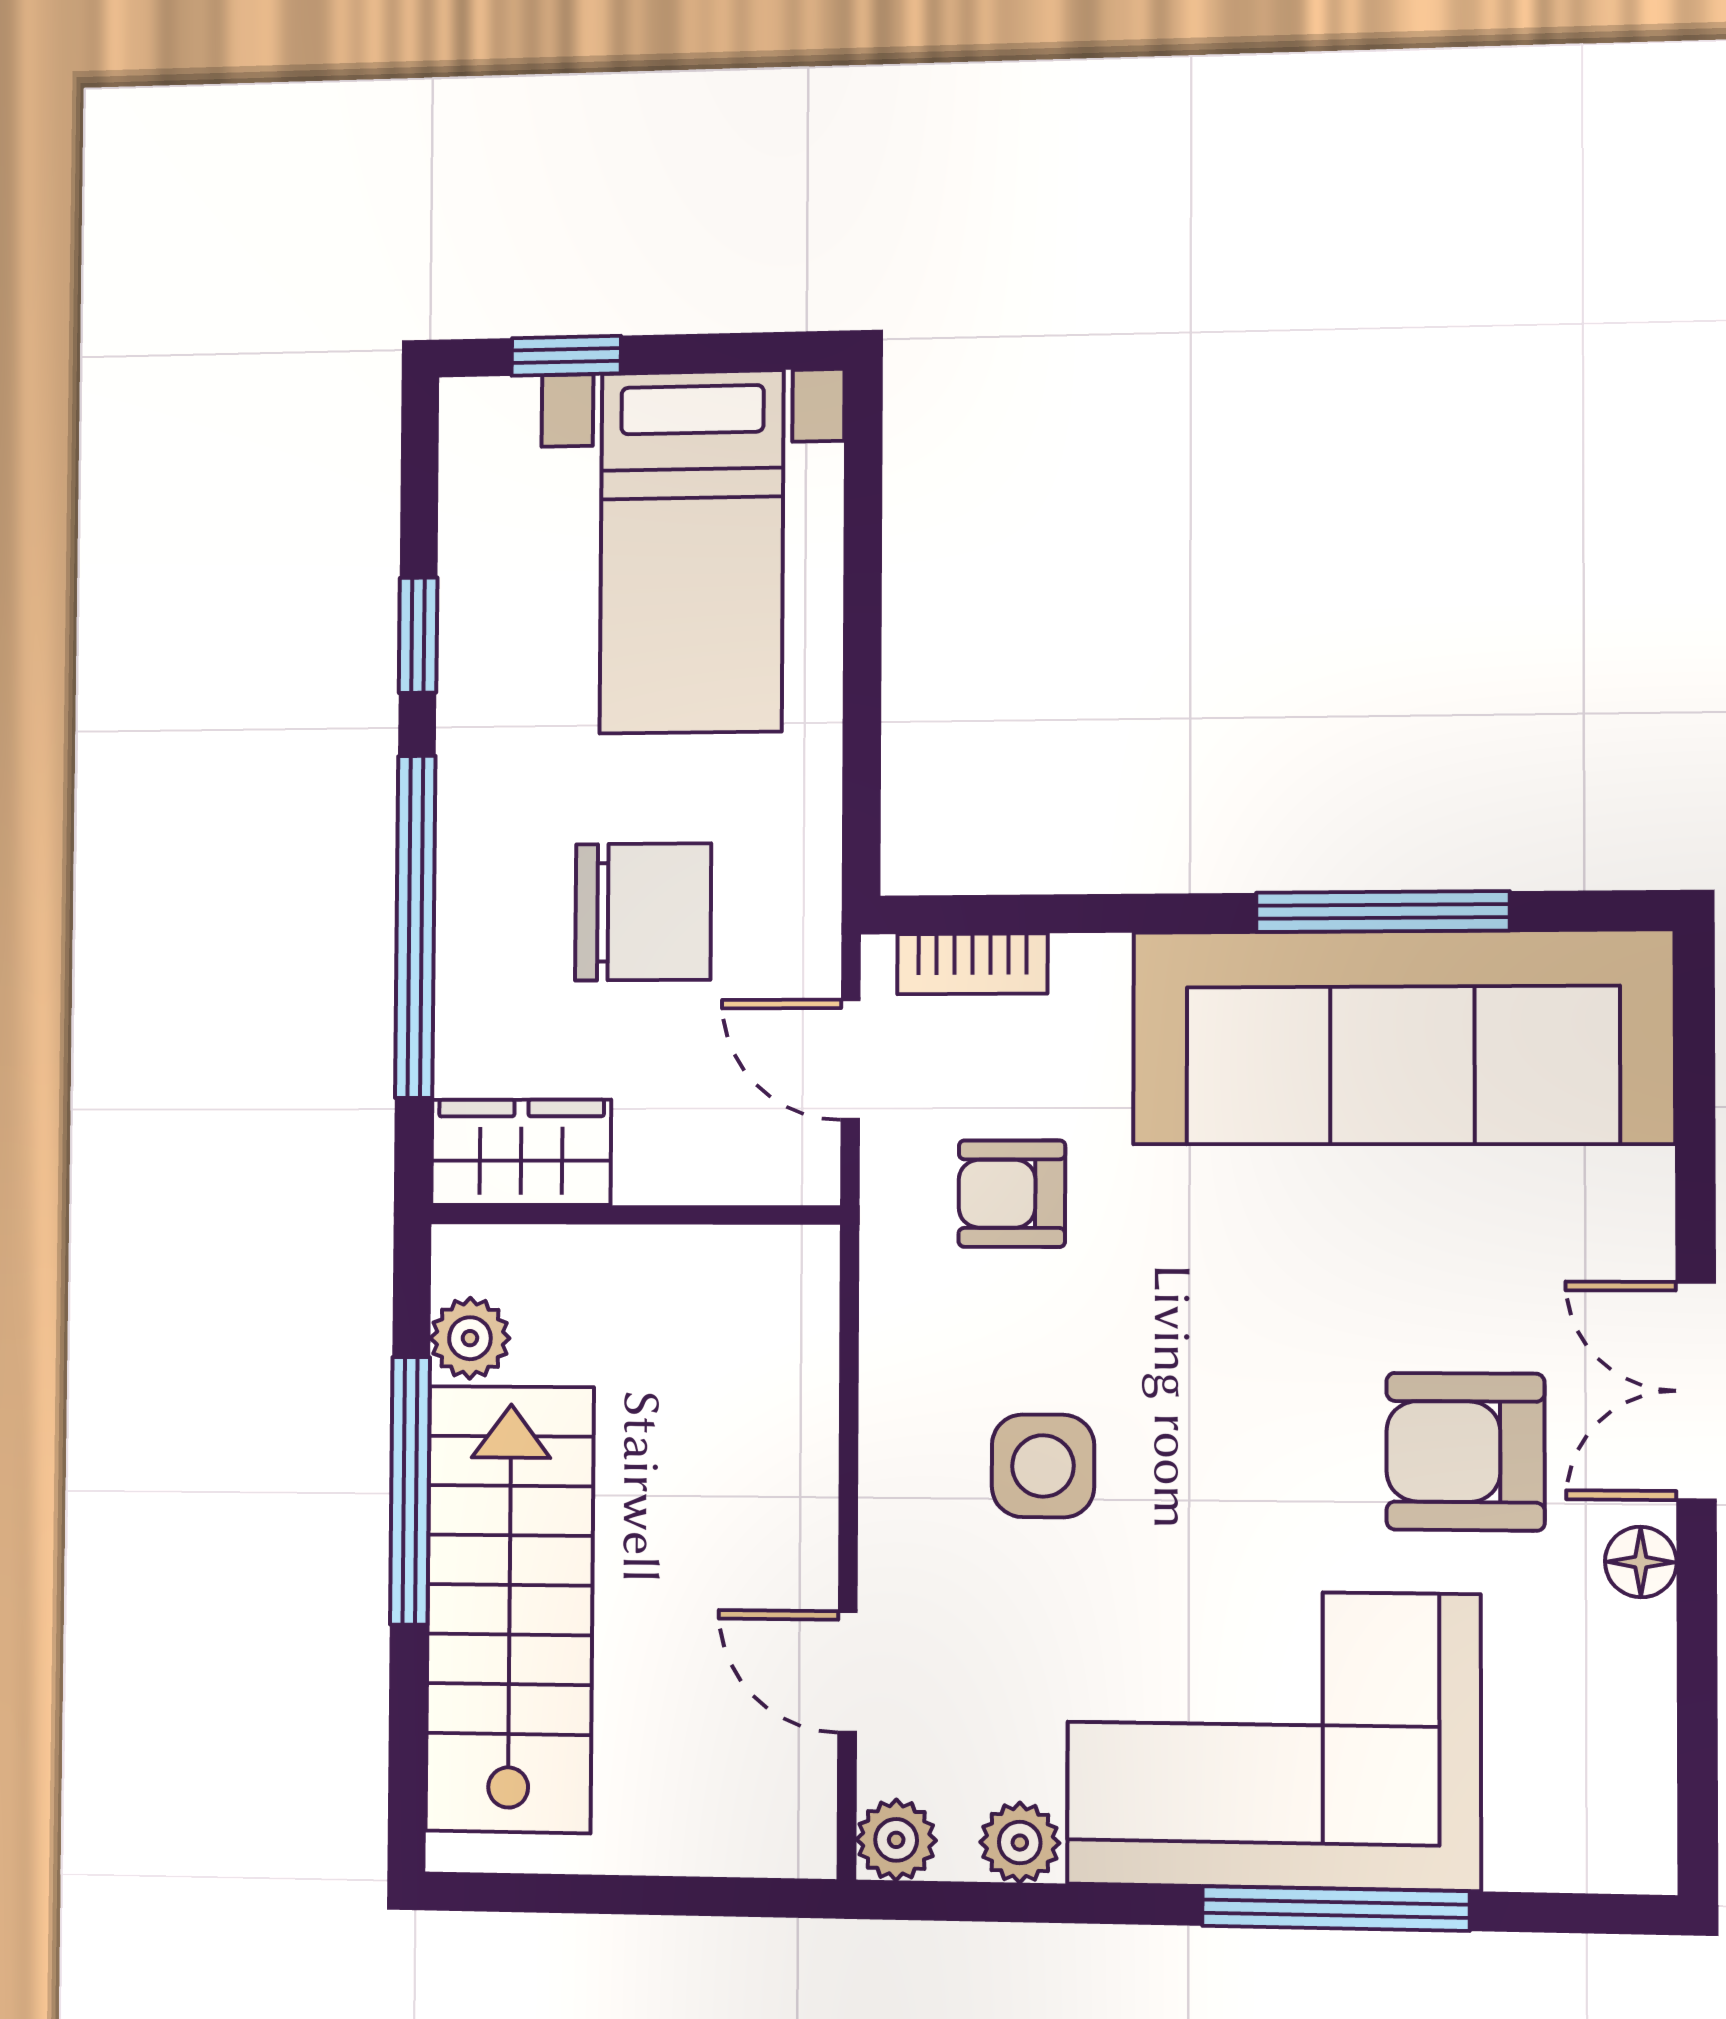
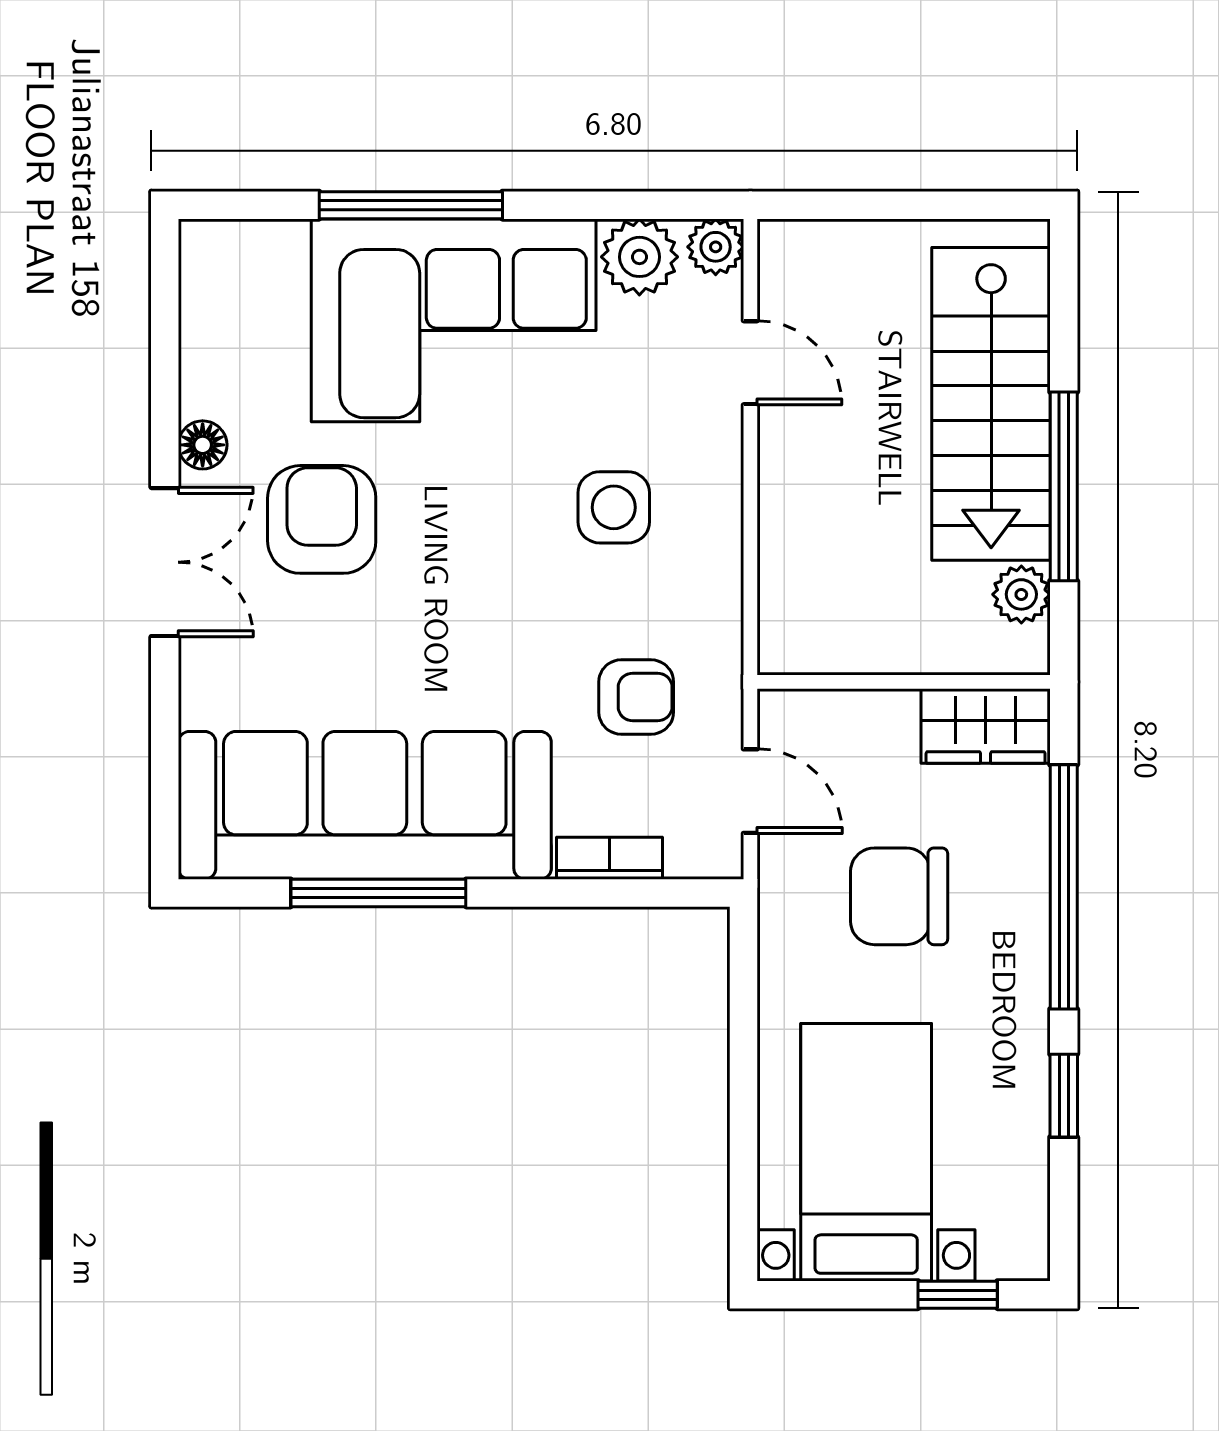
bookcase: (972, 964) -> (610, 858), moved
armchair: (1465, 1452) -> (322, 519), turned -90
plant: (1020, 1843) -> (639, 257), width x1.38, depth x1.38

